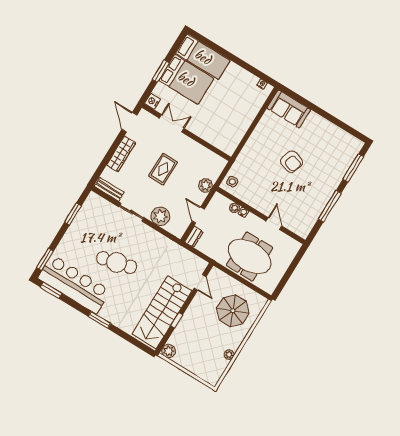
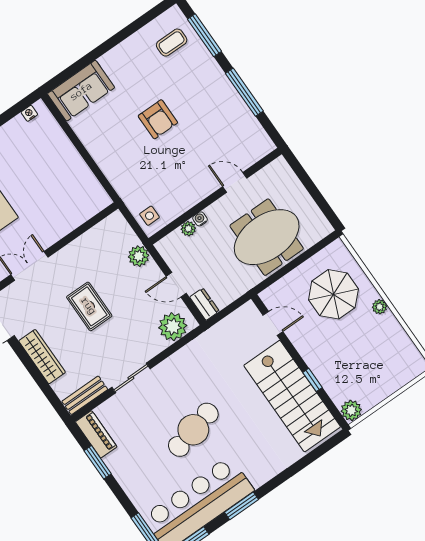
coffee table: (341, 150) -> (172, 43), added
armchair: (292, 162) -> (158, 119), turned 72
piano: (89, 206) -> (96, 434), added
plant: (160, 216) -> (173, 327), moved
window: (99, 320) -> (241, 506), moved
plant: (229, 355) -> (380, 307), moved

